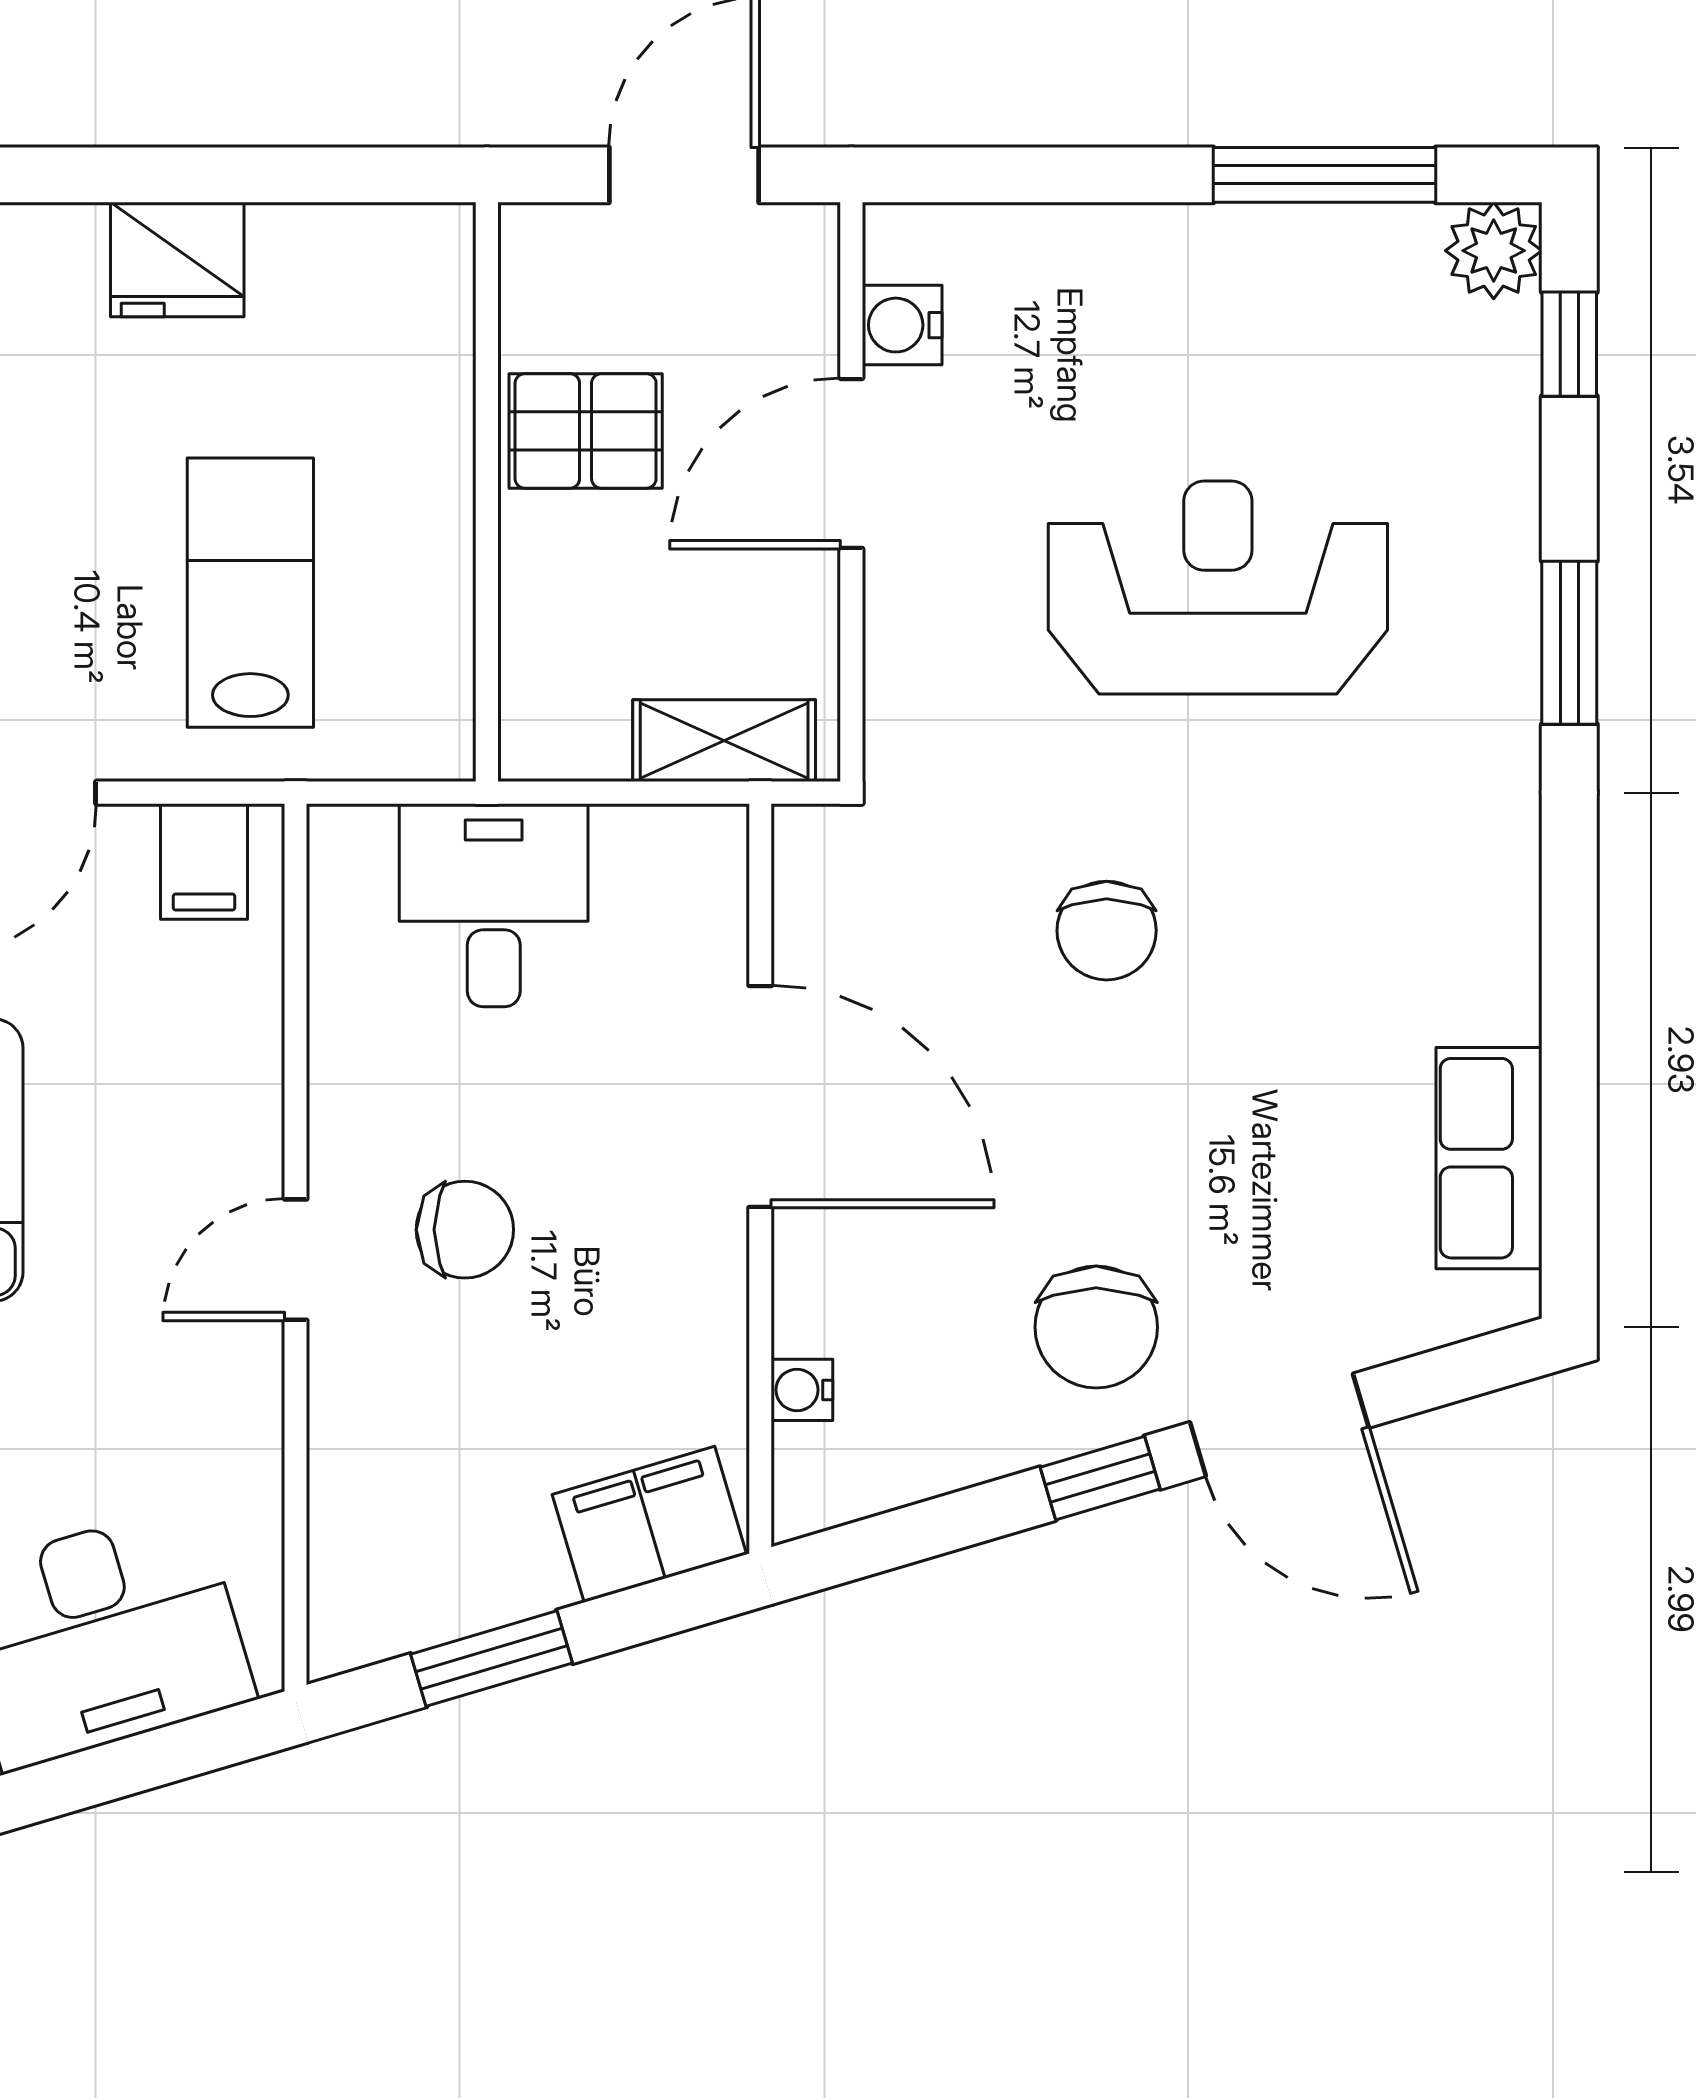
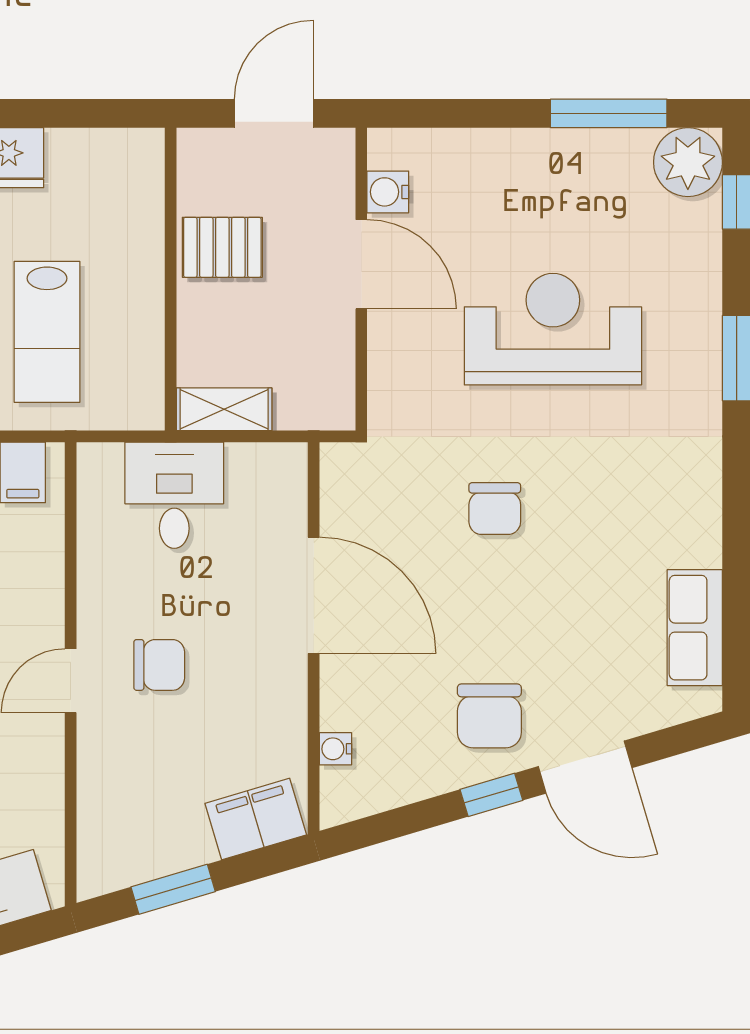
plant: (1494, 251) -> (688, 162), width x1.36, depth x1.36
door: (851, 463) -> (361, 264), swing flipped
lab bench: (250, 593) -> (47, 332), turned 180
shelving: (724, 741) -> (224, 409), moved

